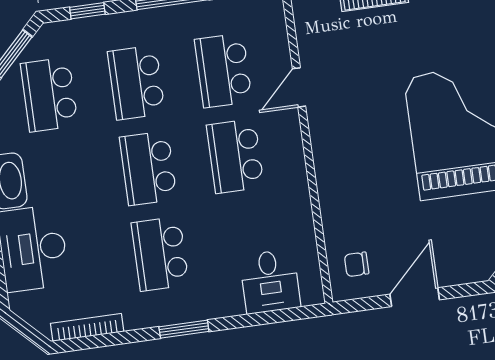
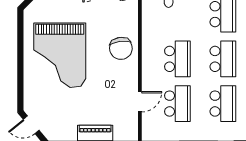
door: (299, 87) -> (140, 102), moved
chair: (346, 161) -> (121, 48), added

